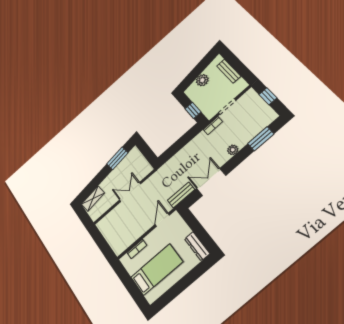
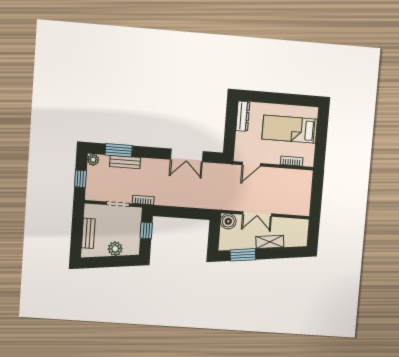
plant: (233, 150) -> (93, 160), moved
boiler: (145, 169) -> (228, 221), added
bench: (181, 195) -> (125, 162), moved
shelving: (93, 199) -> (270, 242), moved

